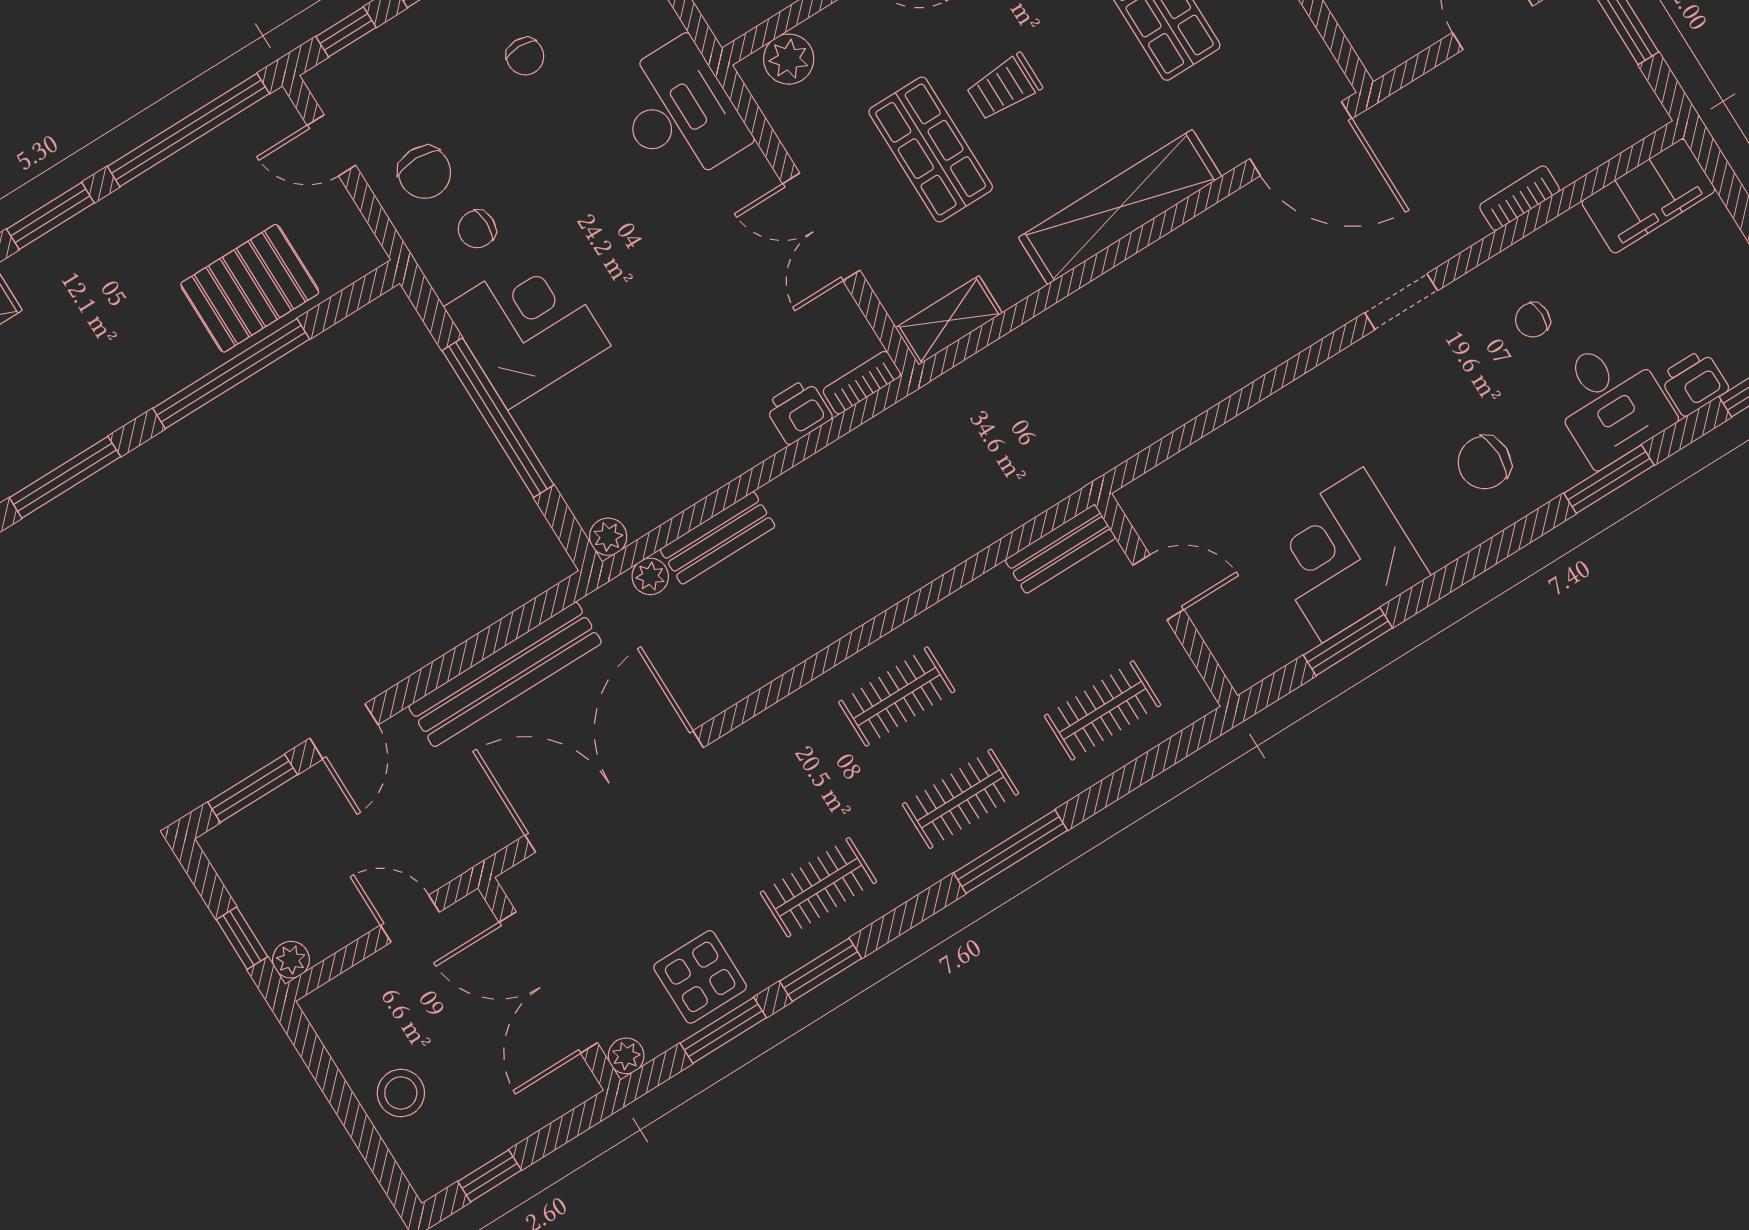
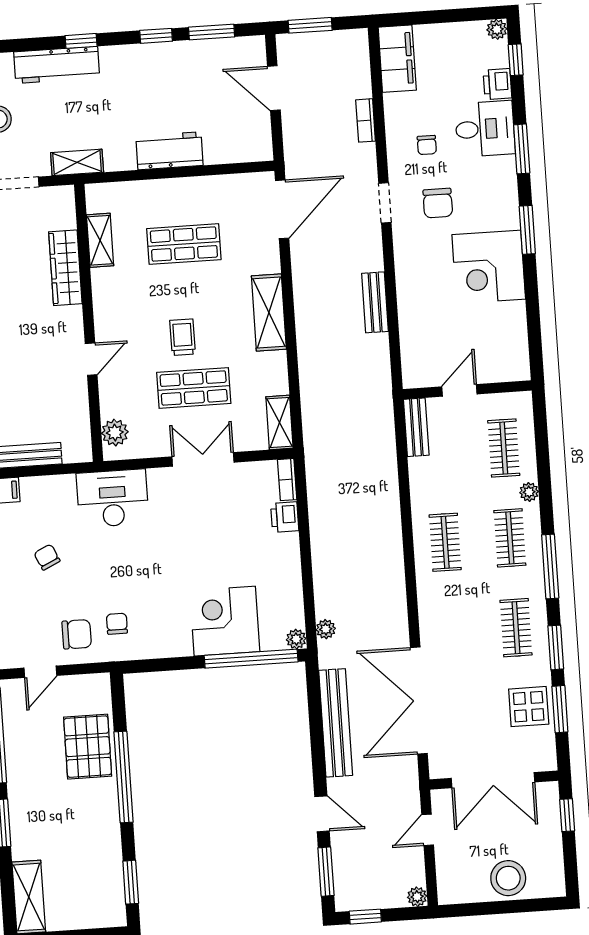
chair: (525, 56) -> (47, 557), turned -115
trolley: (1004, 87) -> (183, 337), turned 180
shelving: (1120, 207) -> (269, 313), width x0.68
double door: (821, 227) -> (203, 459), swing flipped
chair: (477, 229) -> (117, 624), turned 180
corner desk: (527, 326) -> (225, 621), moved
window: (498, 418) -> (251, 659), moved
chair: (1484, 462) -> (438, 203), moved
window: (65, 477) -> (131, 882), width x0.69
bench: (718, 538) -> (375, 302), moved
corner desk: (1343, 555) -> (489, 267), moved
window: (1348, 642) -> (527, 230), moved
window: (1010, 852) -> (550, 567), moved
window: (242, 938) -> (365, 917), moved
plant: (626, 1056) -> (529, 492), moved
stool: (401, 1093) -> (508, 878), width x1.38, depth x1.38
window: (490, 1176) -> (567, 815), moved

